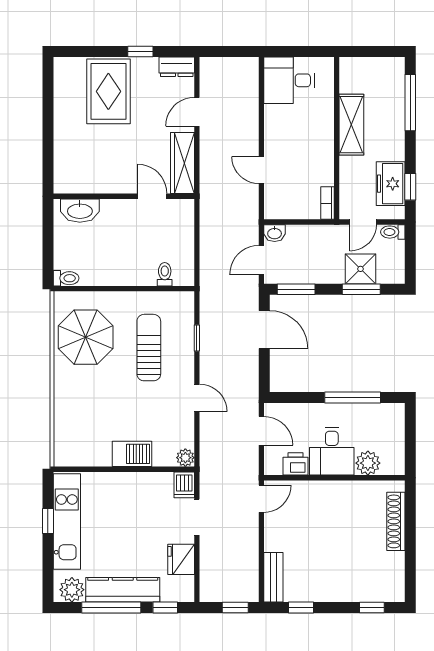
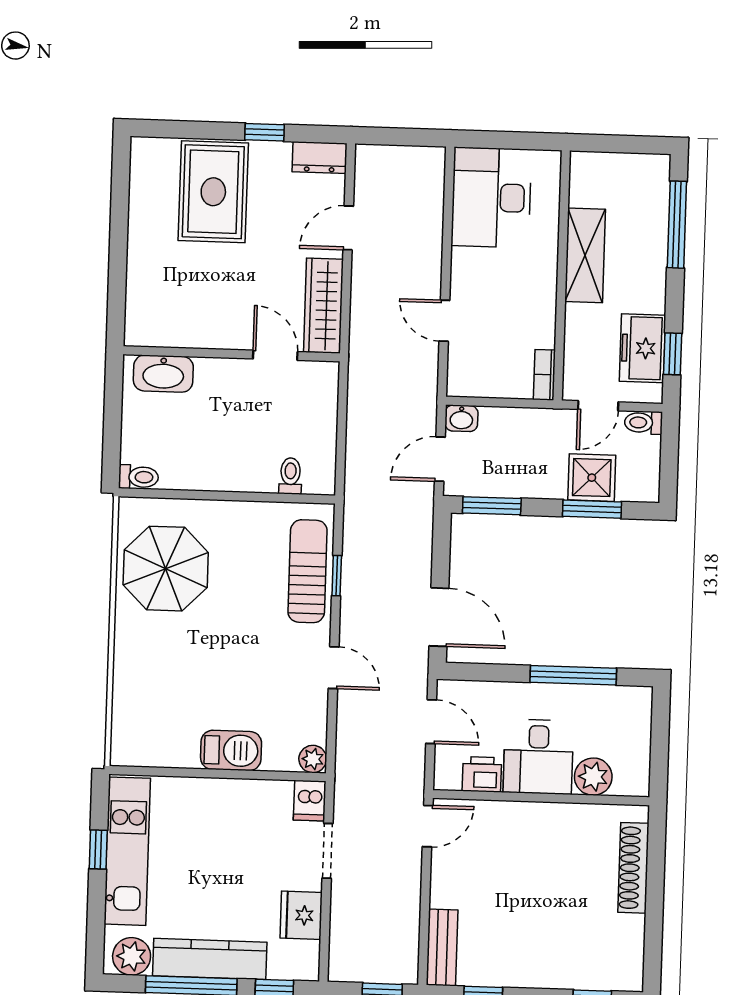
desk: (289, 80) -> (491, 197), width x1.37
door: (264, 330) -> (439, 617), moved
sun lounger: (149, 348) -> (308, 571), moved

